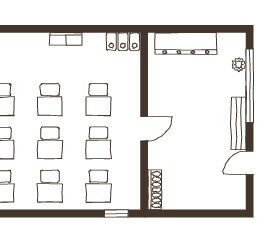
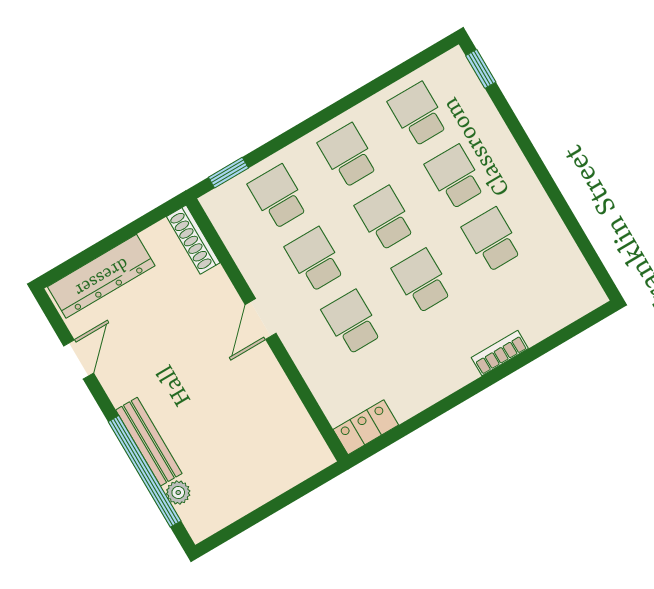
bookcase: (66, 39) -> (500, 353), moved
dresser: (186, 44) -> (101, 276), moved, turned 180
bench: (239, 124) -> (149, 442), moved

